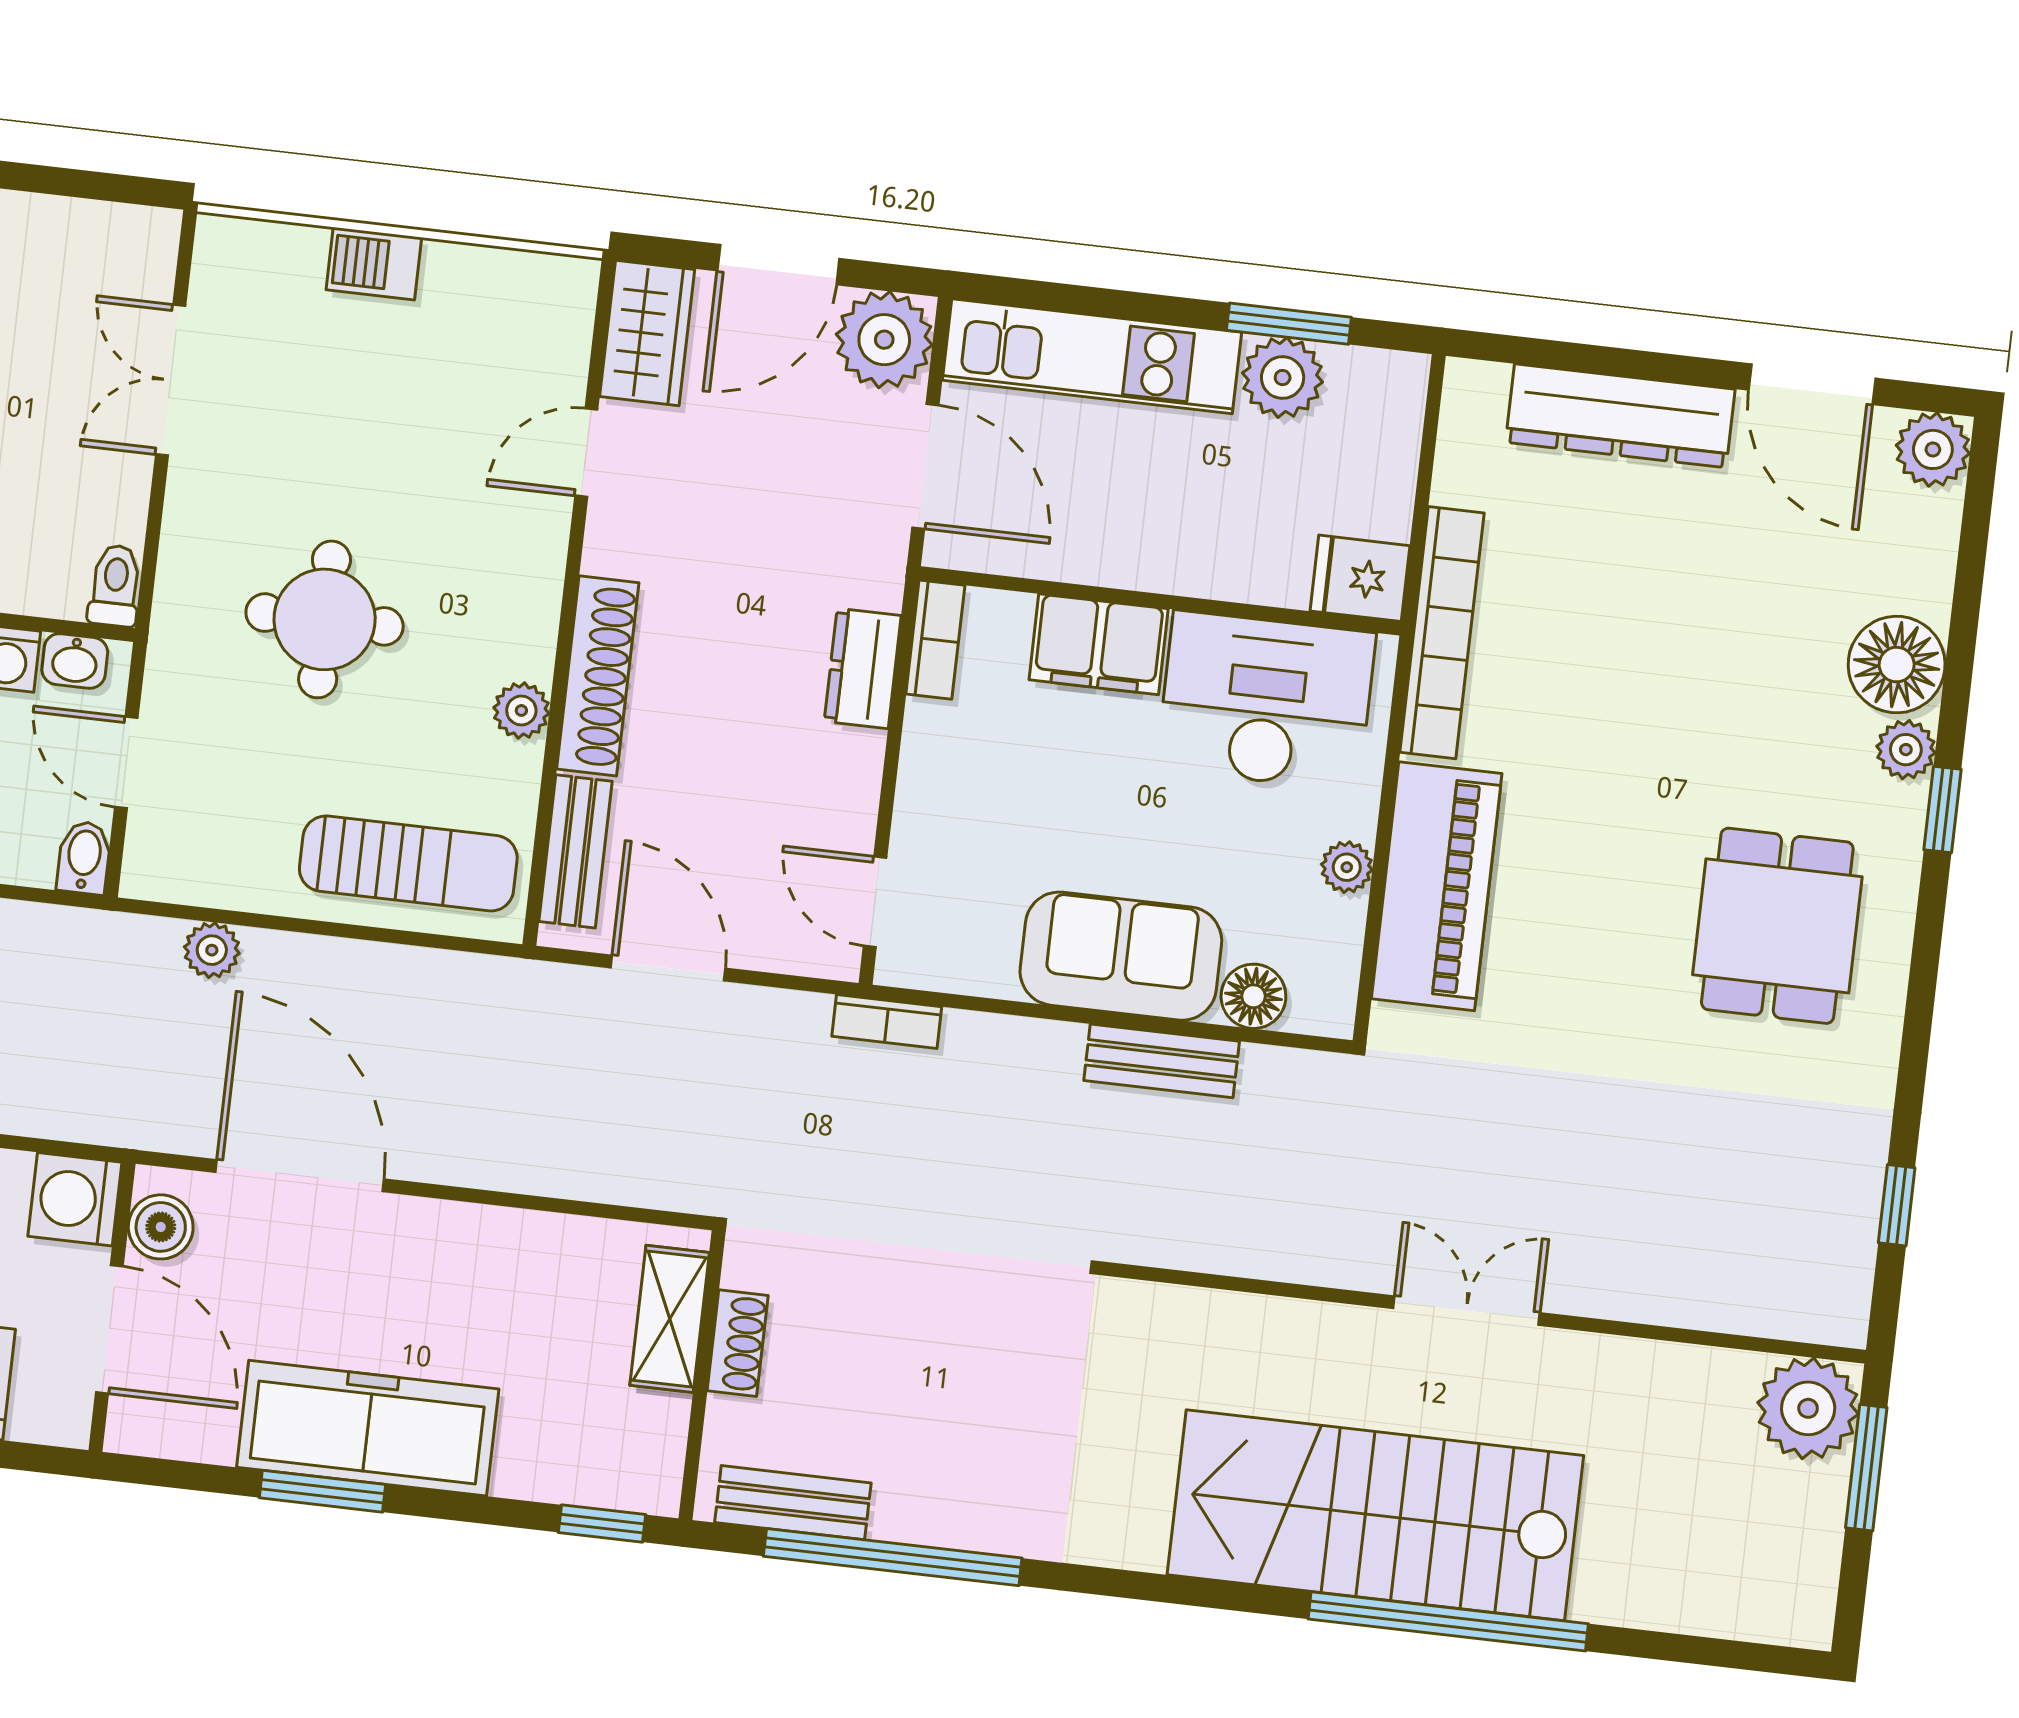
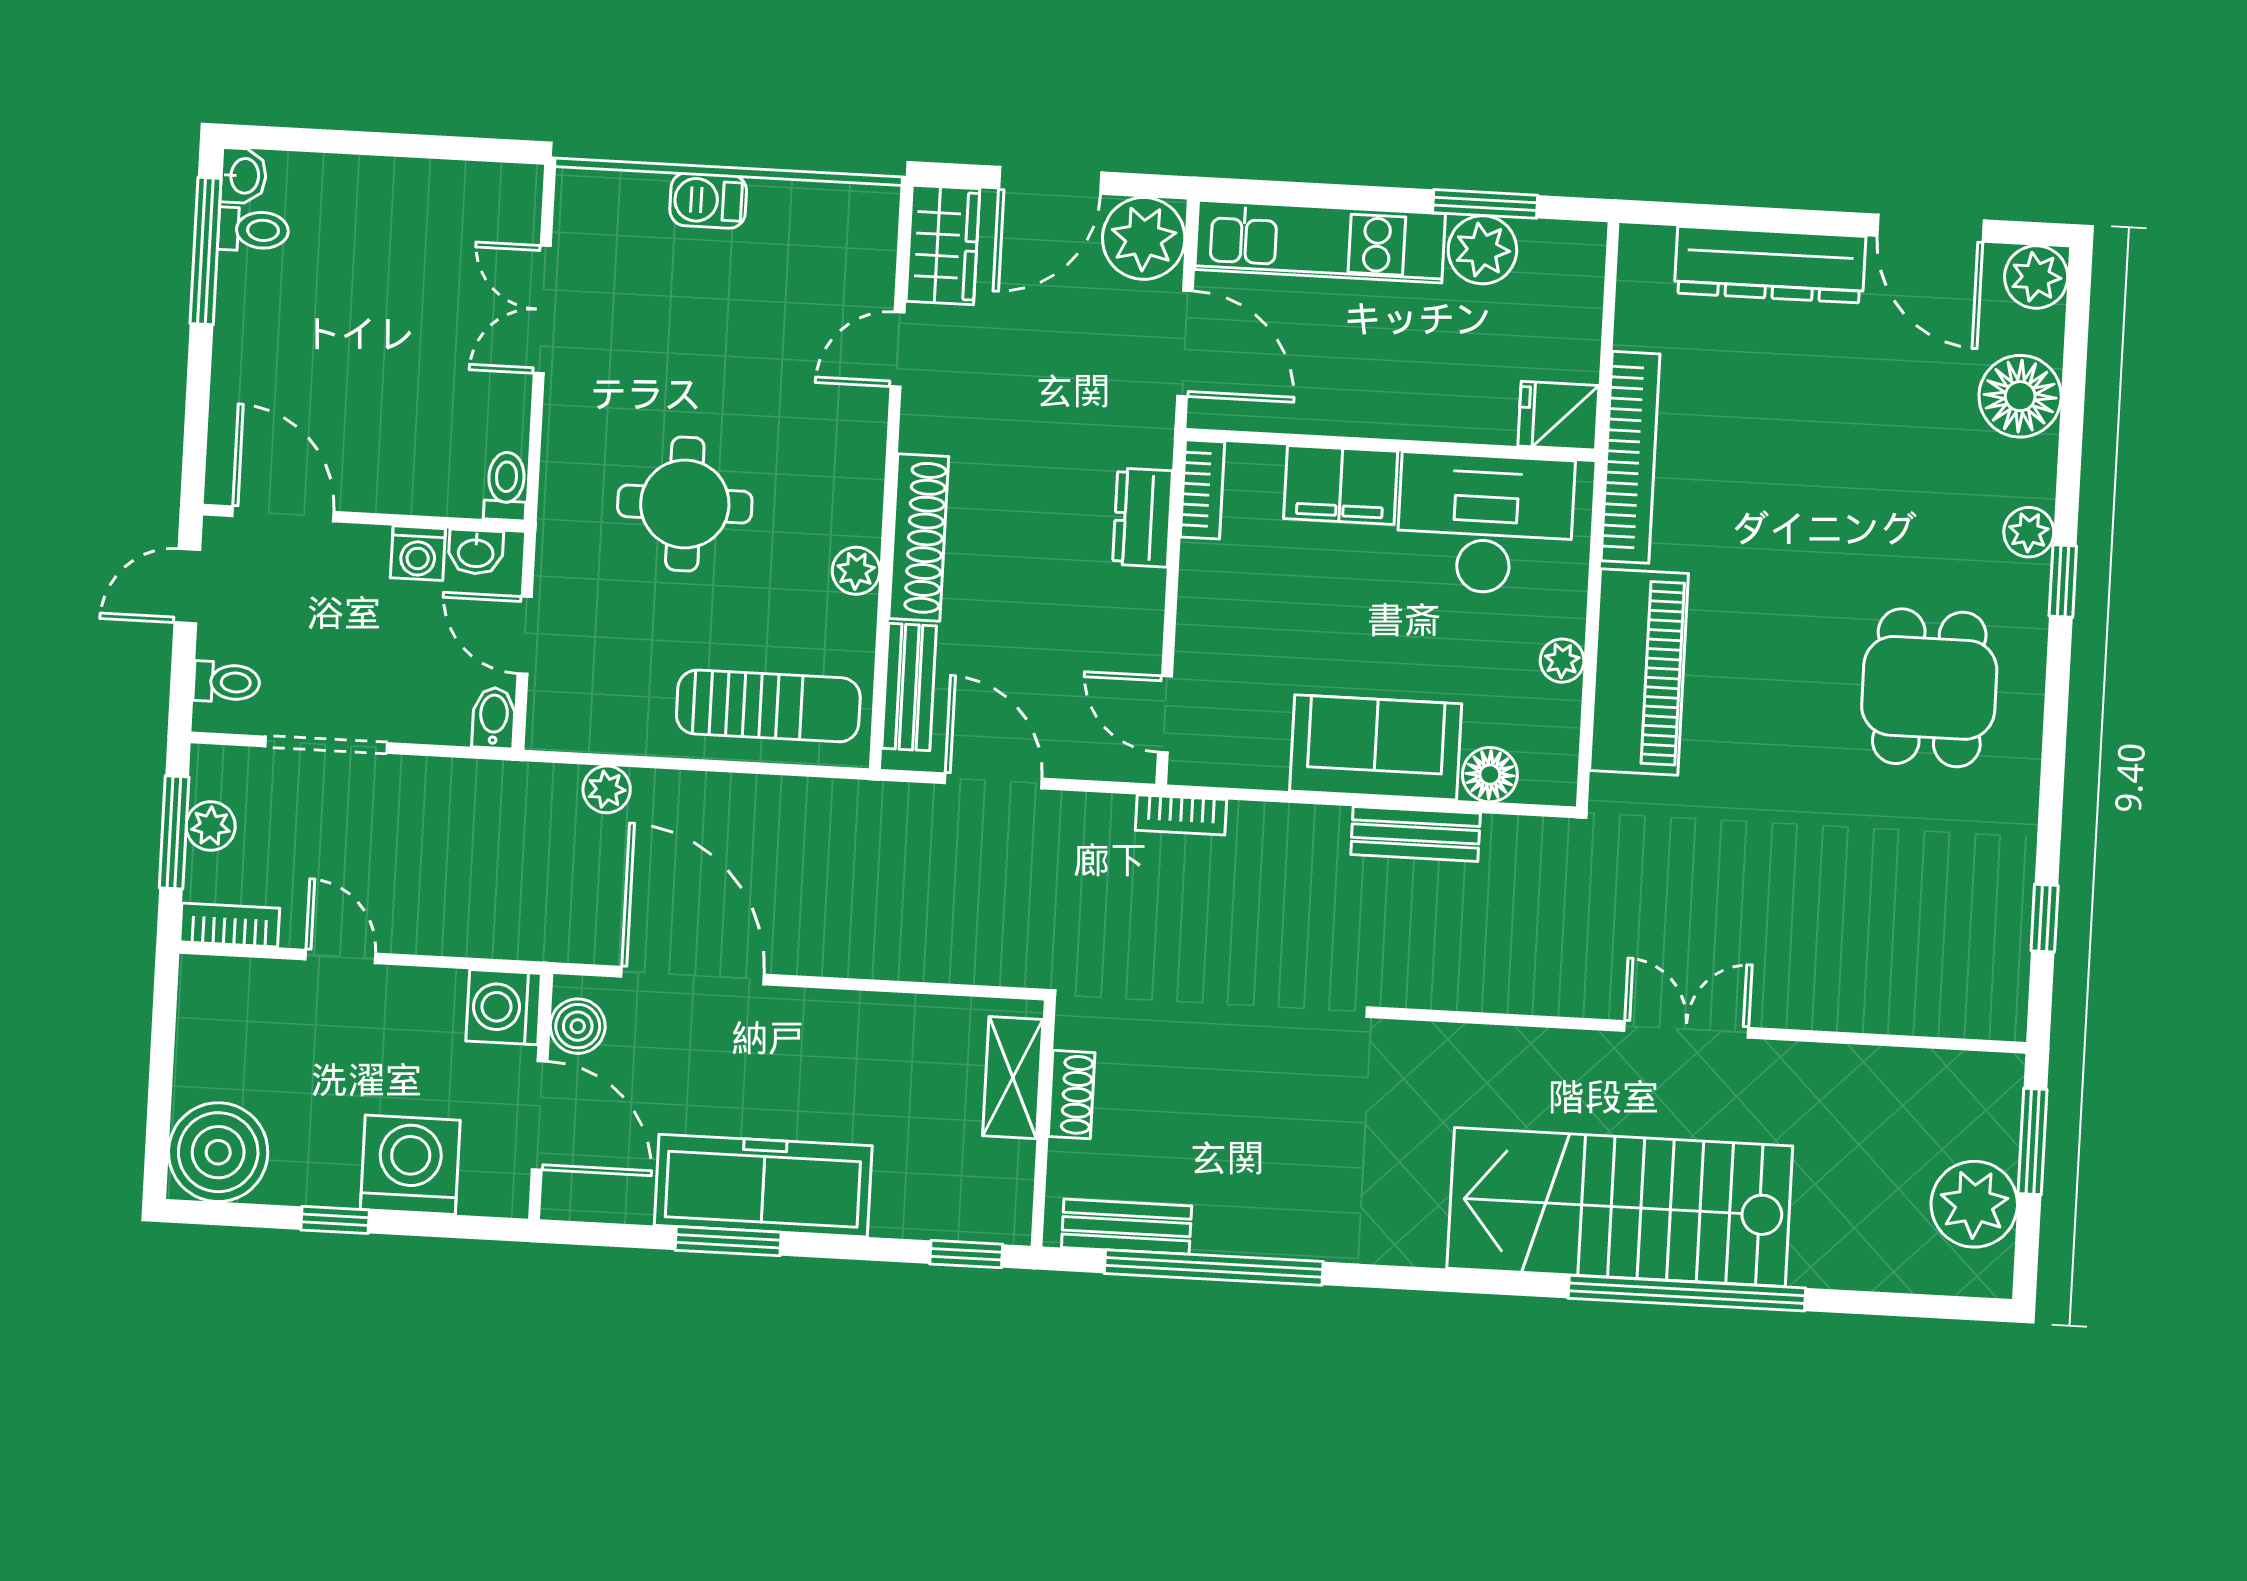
floor lamp: (1897, 665) -> (2020, 396), moved
plant: (1808, 1408) -> (1974, 1204), moved

